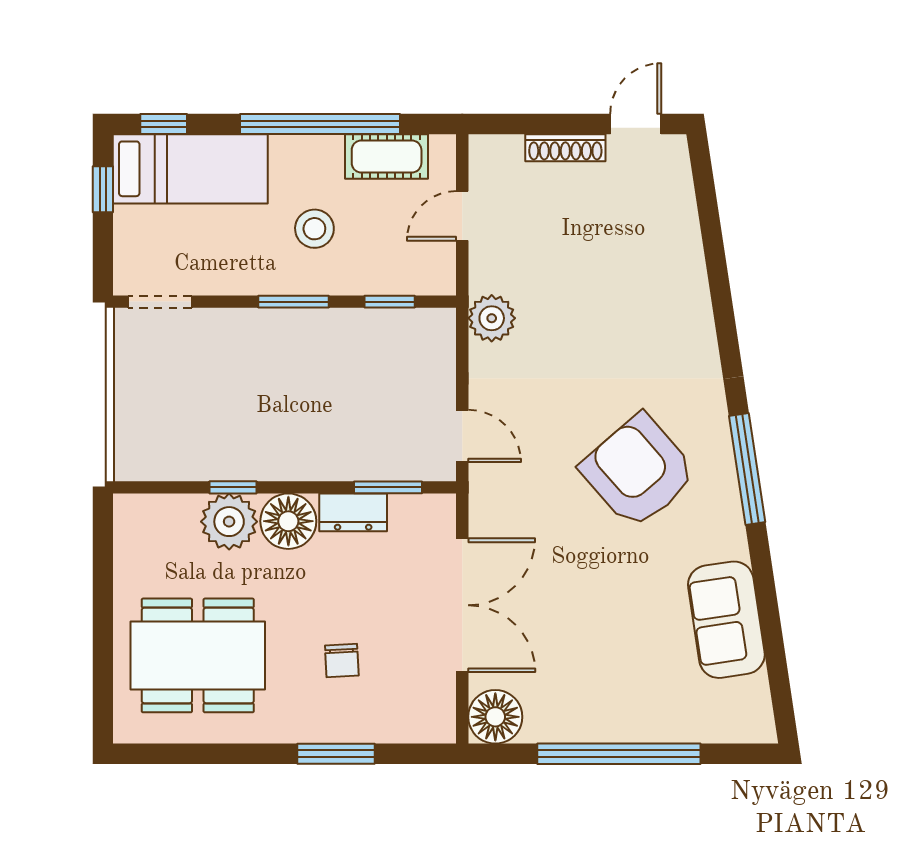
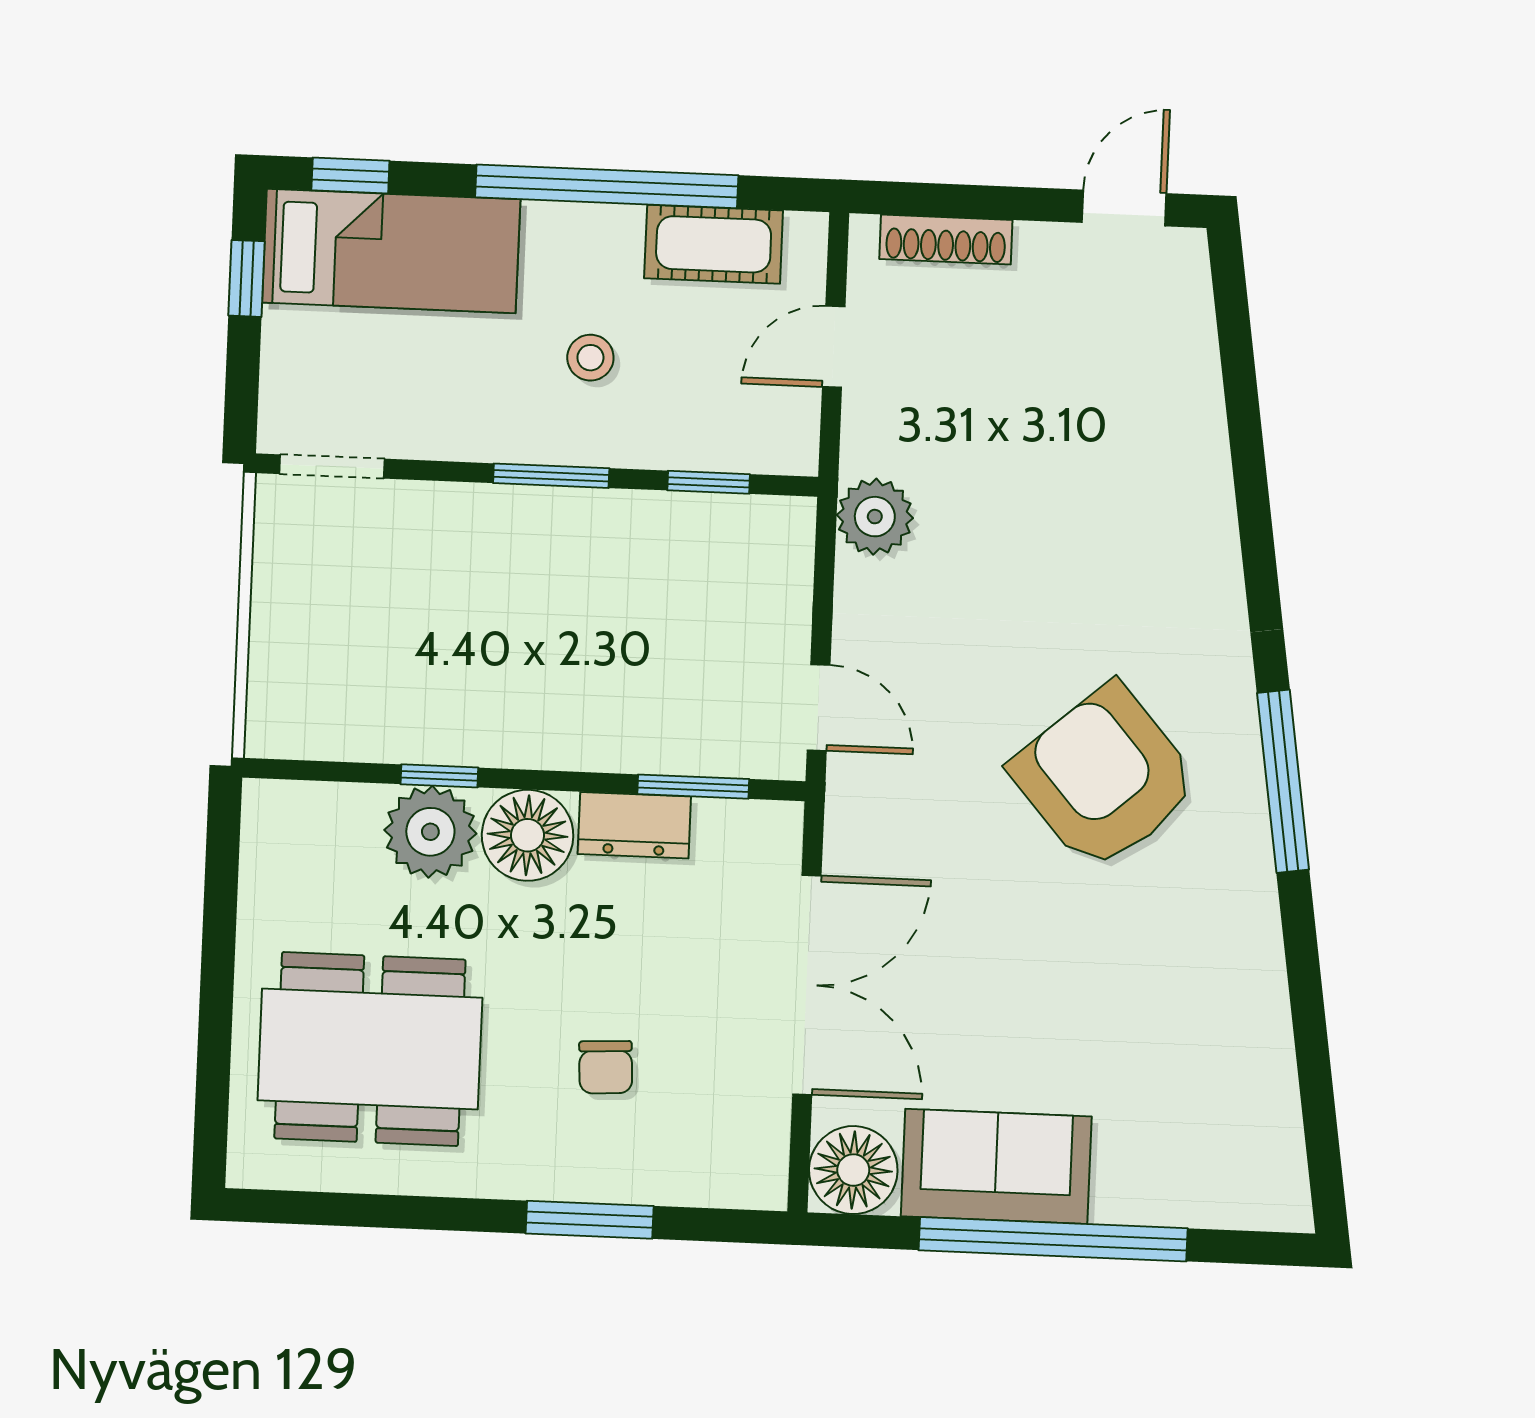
shoe rack: (565, 148) -> (946, 239), moved
stool: (314, 229) -> (590, 358), width x0.73, depth x0.73
sofa: (726, 620) -> (996, 1166), moved, turned 99

